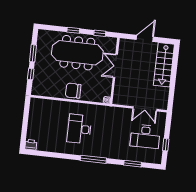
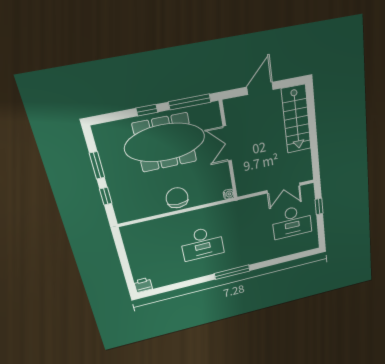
window: (100, 33) -> (190, 102), width x2.17
chair: (73, 91) -> (177, 198), turned 90
desk: (79, 129) -> (202, 243), turned -90
window: (166, 145) -> (319, 206), moved
window: (133, 164) -> (283, 259), removed

